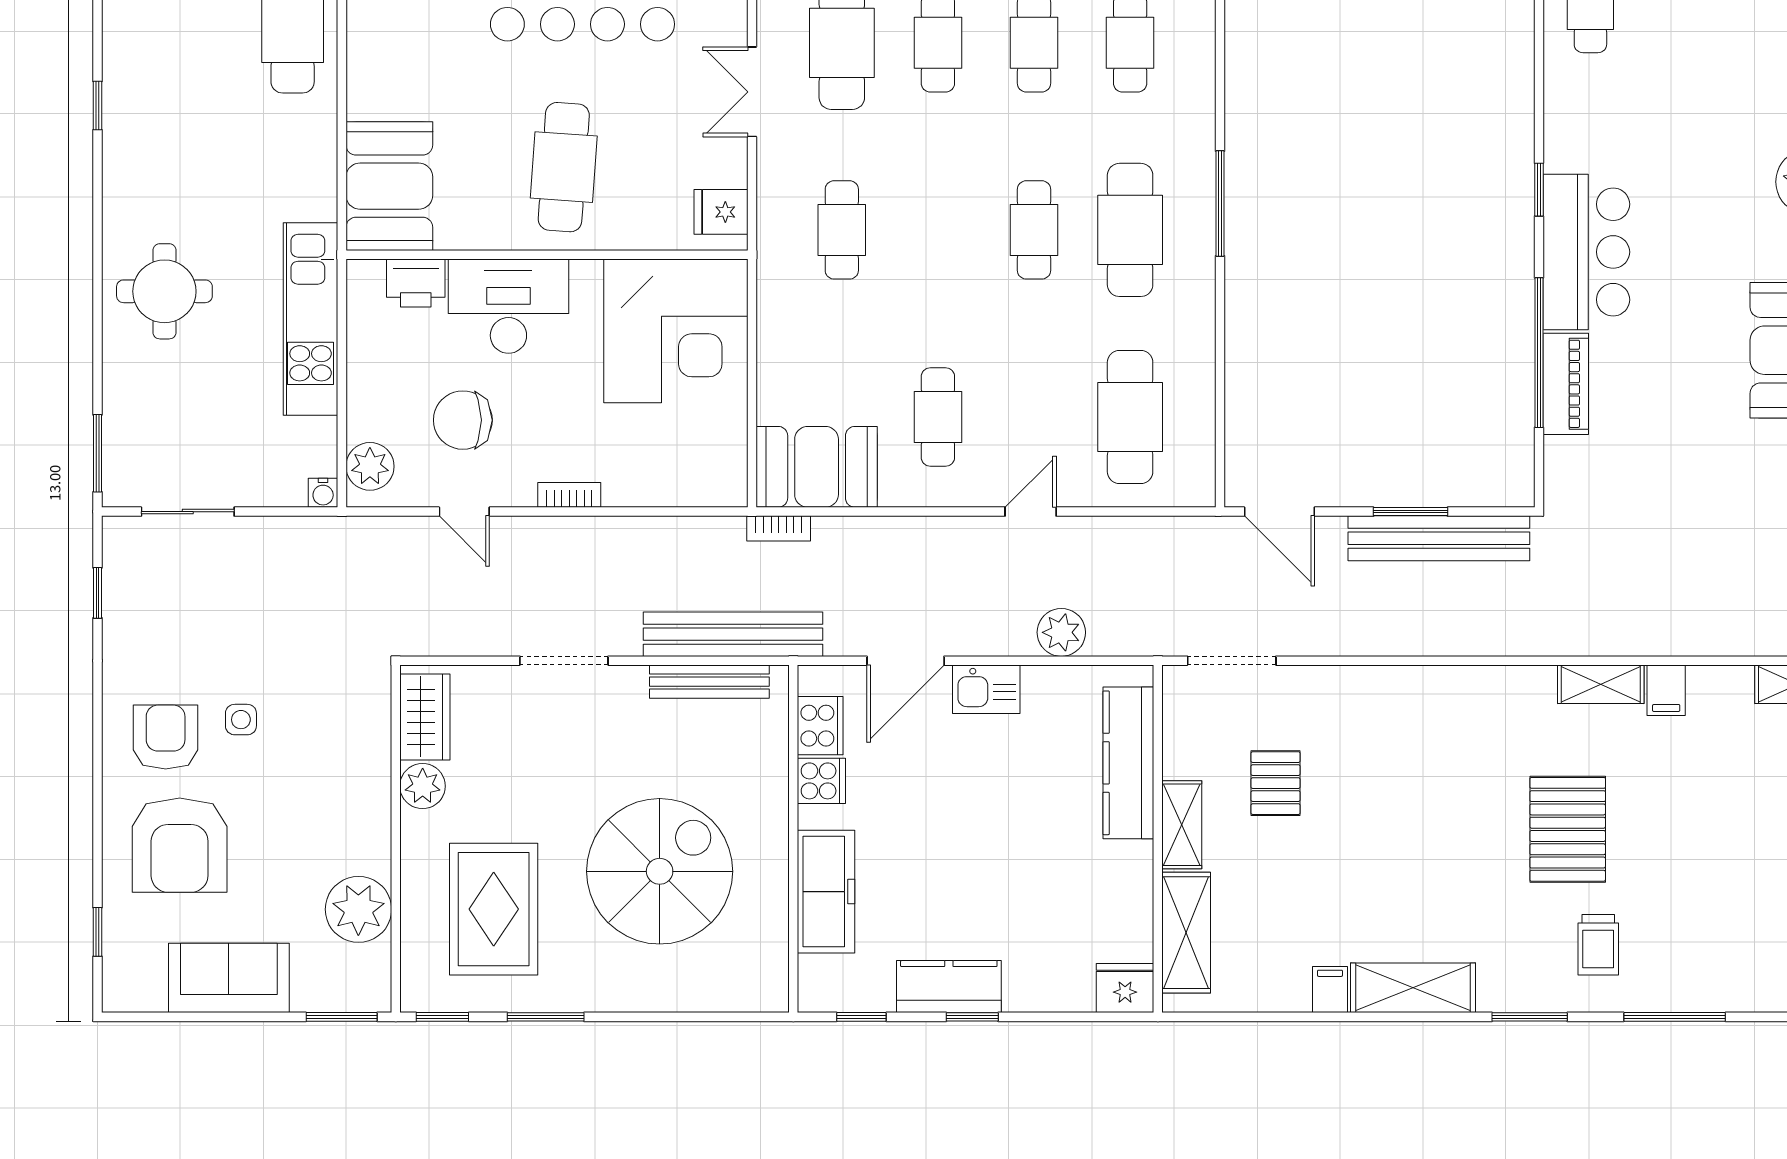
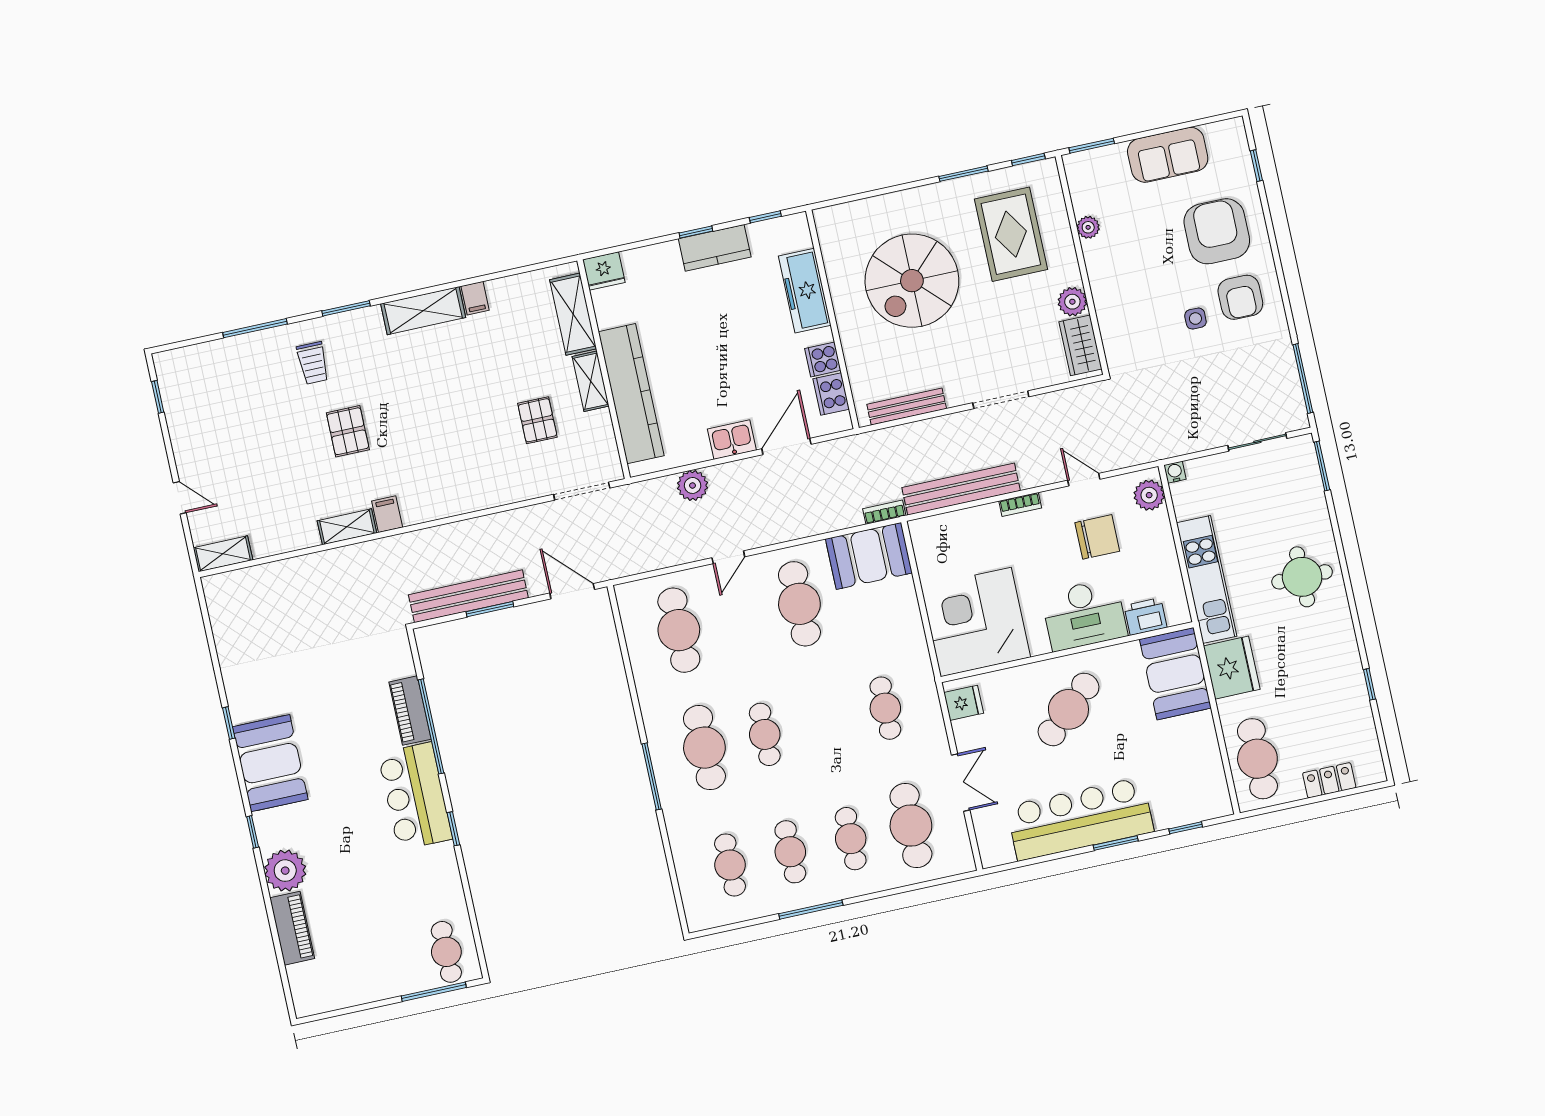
cafe table: (564, 167) -> (1068, 709), turned 44
fridge: (302, 177) -> (1232, 668), added
cafe table: (938, 417) -> (799, 604), width x1.37, depth x1.35
window: (97, 593) -> (1303, 378), width x2.17
bench: (733, 634) -> (961, 489), moved
filing cabinet: (1666, 690) -> (387, 514), moved
kitchen counter: (1128, 763) -> (631, 394), width x1.39, depth x1.17
pallet: (1568, 829) -> (348, 431), width x0.67, depth x0.71
plant: (358, 909) -> (1088, 227), width x0.53, depth x0.53
trolley: (1598, 945) -> (313, 363), turned 180

